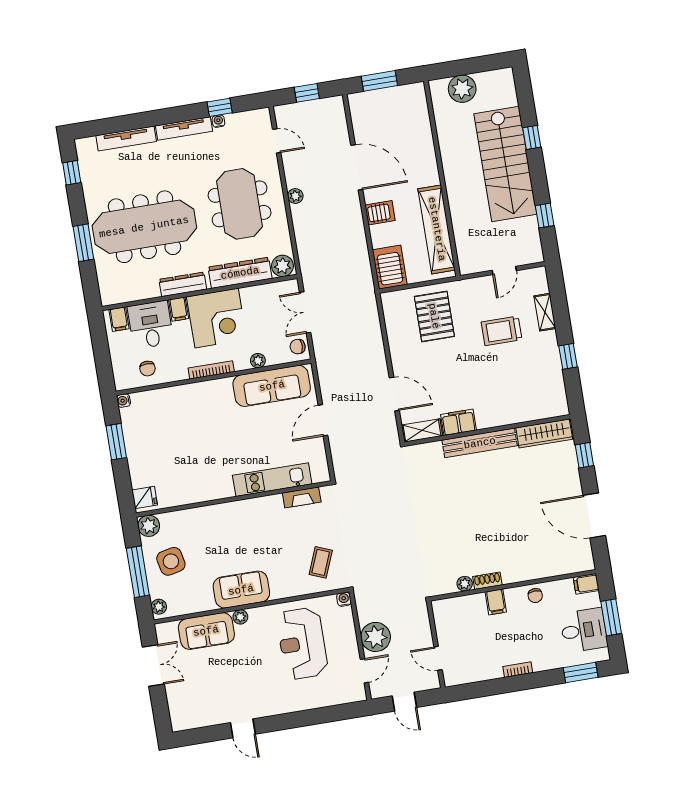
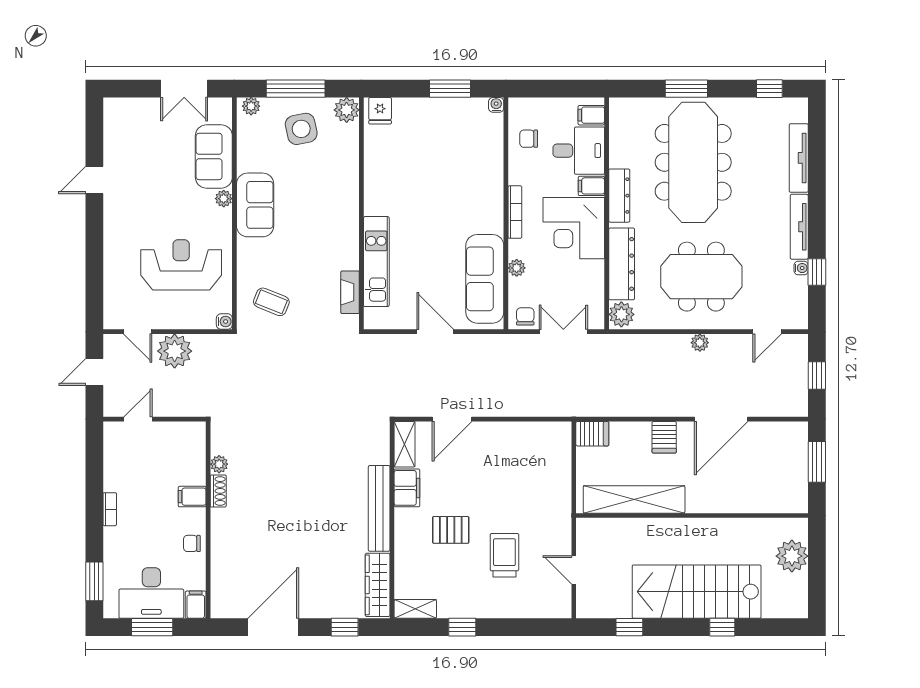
server rack: (390, 267) -> (592, 434), width x0.73, depth x0.70
shelving: (545, 312) -> (415, 609), moved
pallet: (434, 316) -> (451, 530), moved, width x0.67, depth x0.71
desk: (584, 630) -> (151, 593), width x1.37

